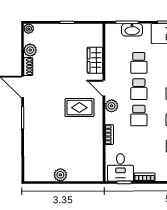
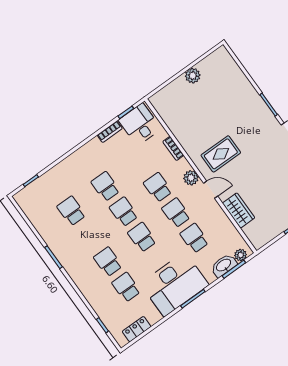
plant: (115, 29) -> (241, 255), added

